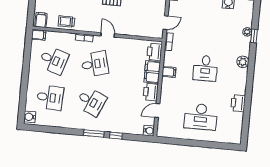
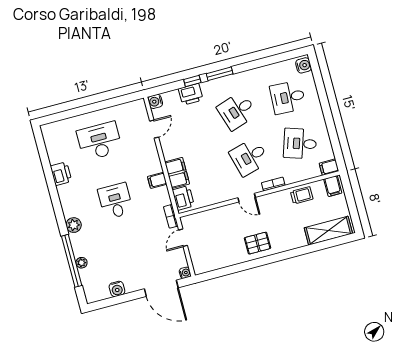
window: (254, 36) -> (72, 261), width x3.17
printer: (151, 92) -> (191, 94), moved, turned 90
desk: (91, 101) -> (237, 111), turned -42

